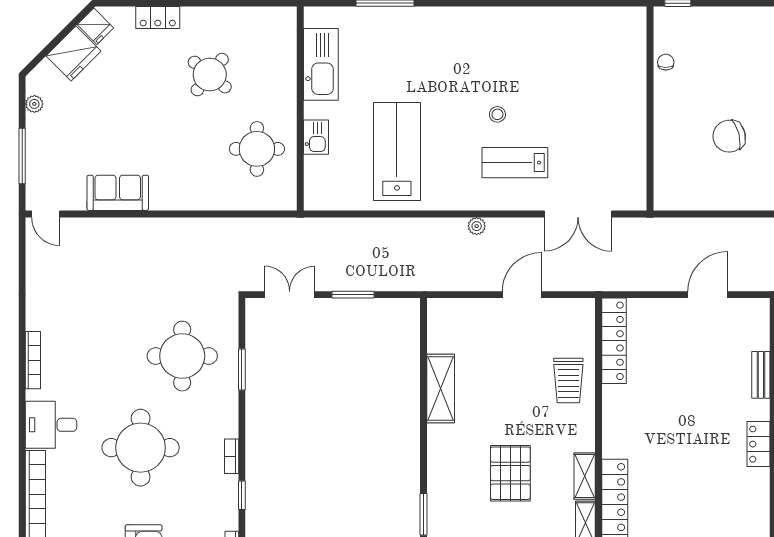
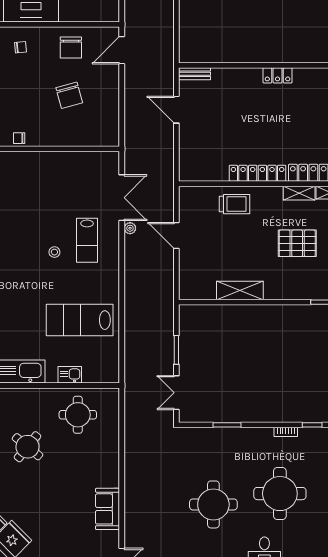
plant: (477, 226) -> (130, 228), moved
locker: (614, 341) -> (258, 173), moved
round table: (182, 356) -> (213, 504), moved
bench: (761, 375) -> (195, 74), moved

